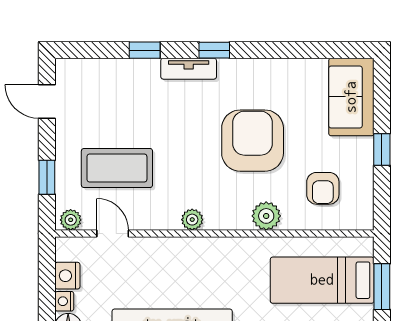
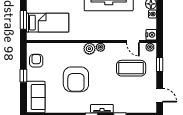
armchair: (323, 188) -> (36, 61), moved
plant: (266, 216) -> (89, 49), moved
nightstand: (67, 276) -> (151, 35), moved

